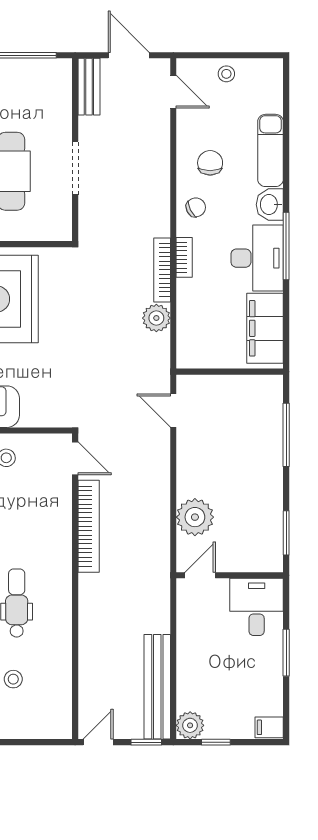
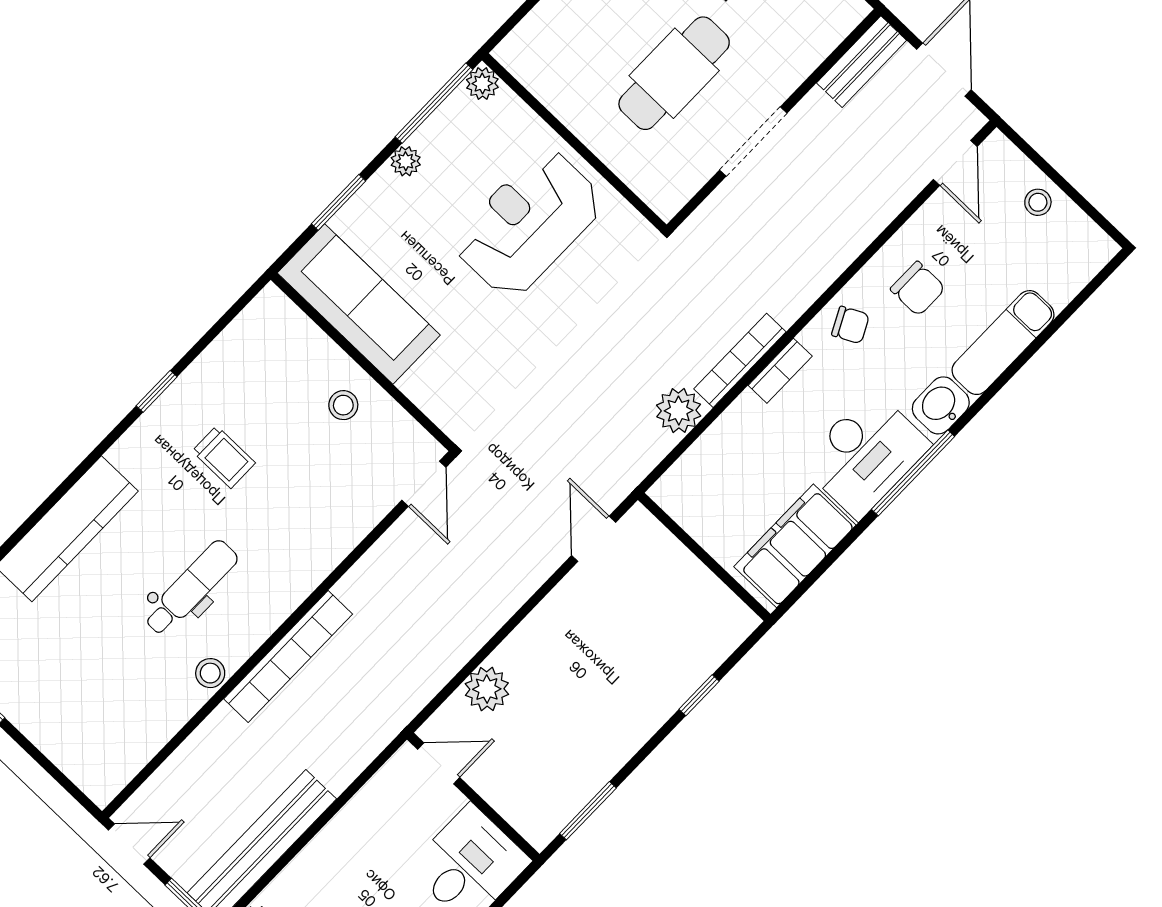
chair: (210, 163) -> (918, 289), turned 90
window: (286, 435) -> (699, 695), width x0.46
plant: (195, 517) -> (487, 689), width x0.73, depth x0.73
bookcase: (89, 526) -> (288, 656), moved
stool: (13, 679) -> (210, 673), moved

